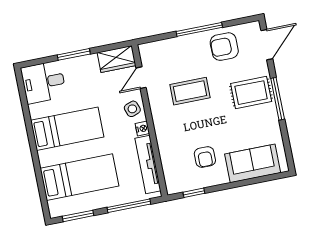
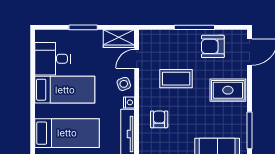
desk: (44, 82) -> (53, 59), moved
window: (278, 99) -> (249, 130), moved
armchair: (205, 157) -> (159, 119), moved, turned 180

